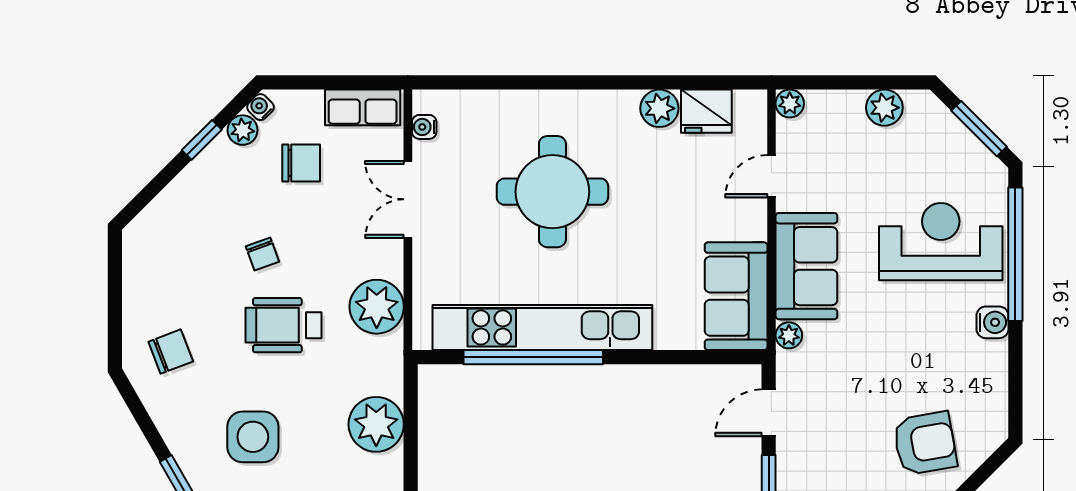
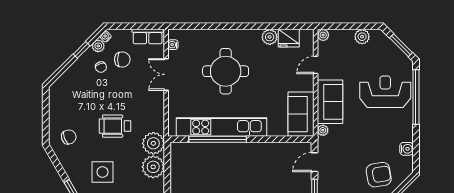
chair: (262, 254) -> (101, 67), moved
plant: (377, 307) -> (153, 143), moved
water cooler: (992, 322) -> (406, 149), moved

